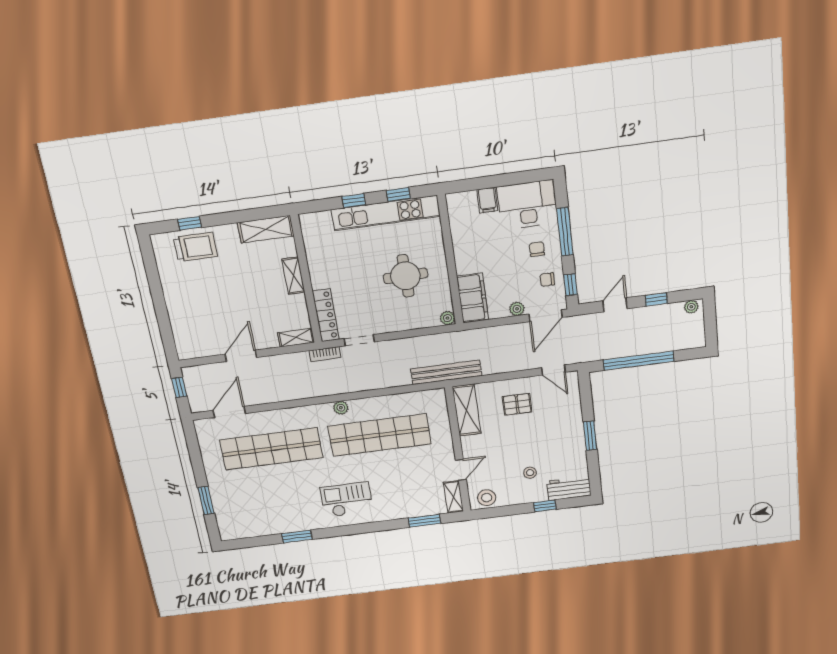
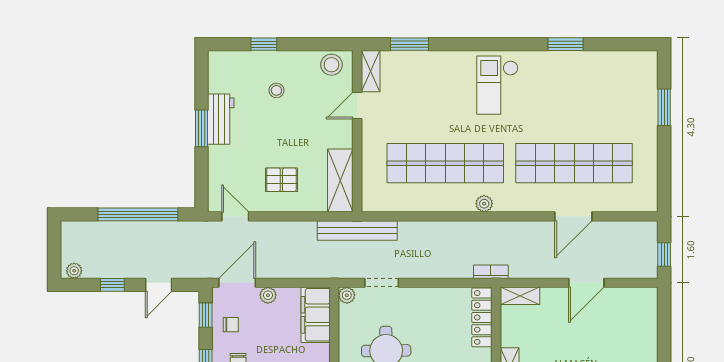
doorway: (359, 340) -> (382, 283), moved
door: (229, 412) -> (573, 216), moved
workbench: (569, 488) -> (221, 119), moved, turned -90
checkout: (347, 500) -> (497, 85), turned 90

